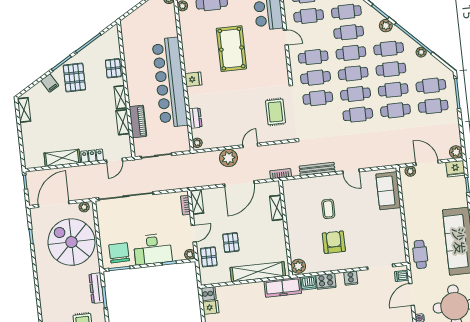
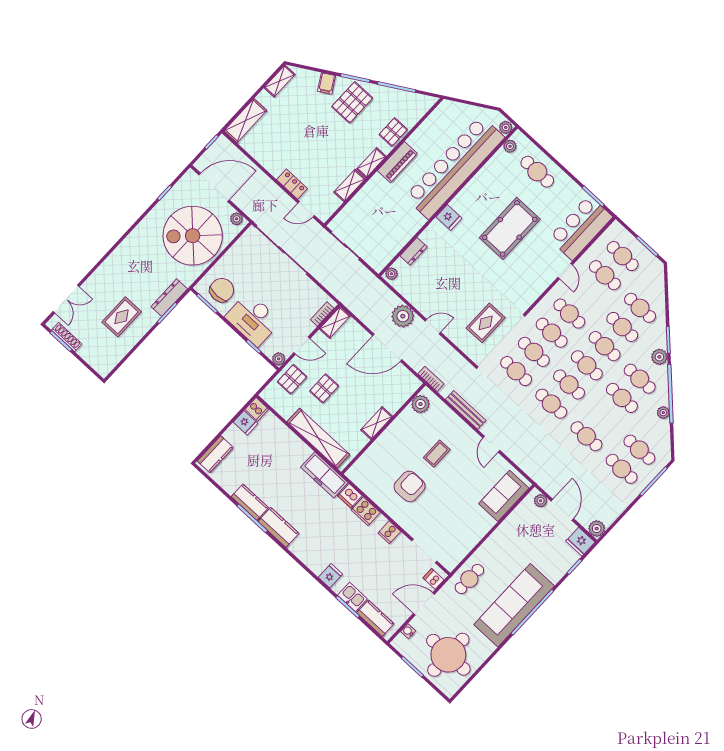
bar counter: (170, 82) -> (455, 167), moved
cafe table: (393, 90) -> (516, 371), moved
piano: (138, 122) -> (397, 162), moved
shelving: (62, 158) -> (245, 121), moved, turned 90
shelving: (277, 208) -> (377, 423), moved
spiral stairs: (71, 242) -> (193, 236), turned -90
plant: (298, 266) -> (421, 404), moved

